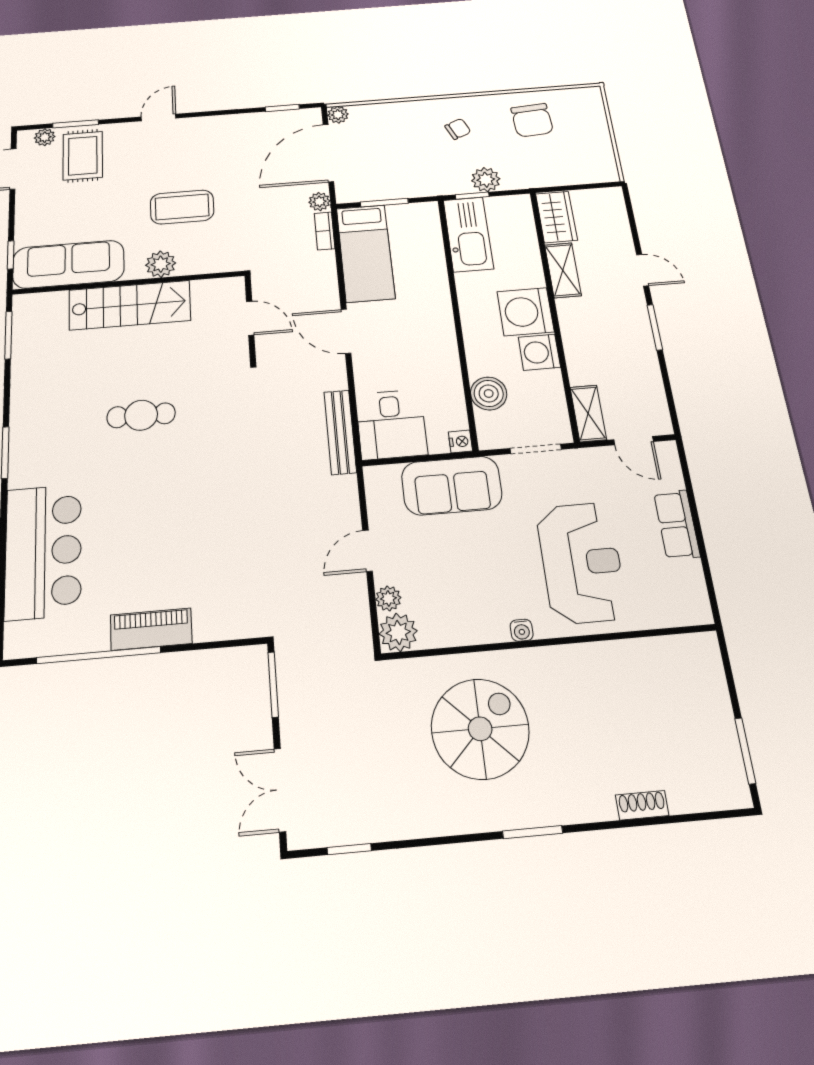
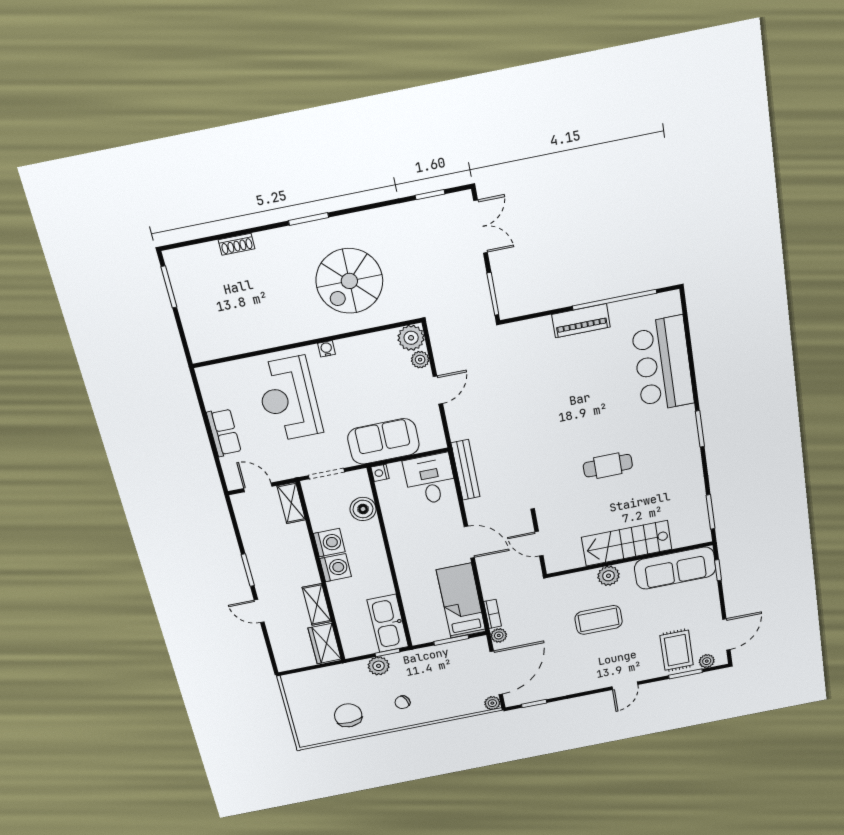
washing machine: (525, 312) -> (336, 568), width x0.73, depth x0.73

